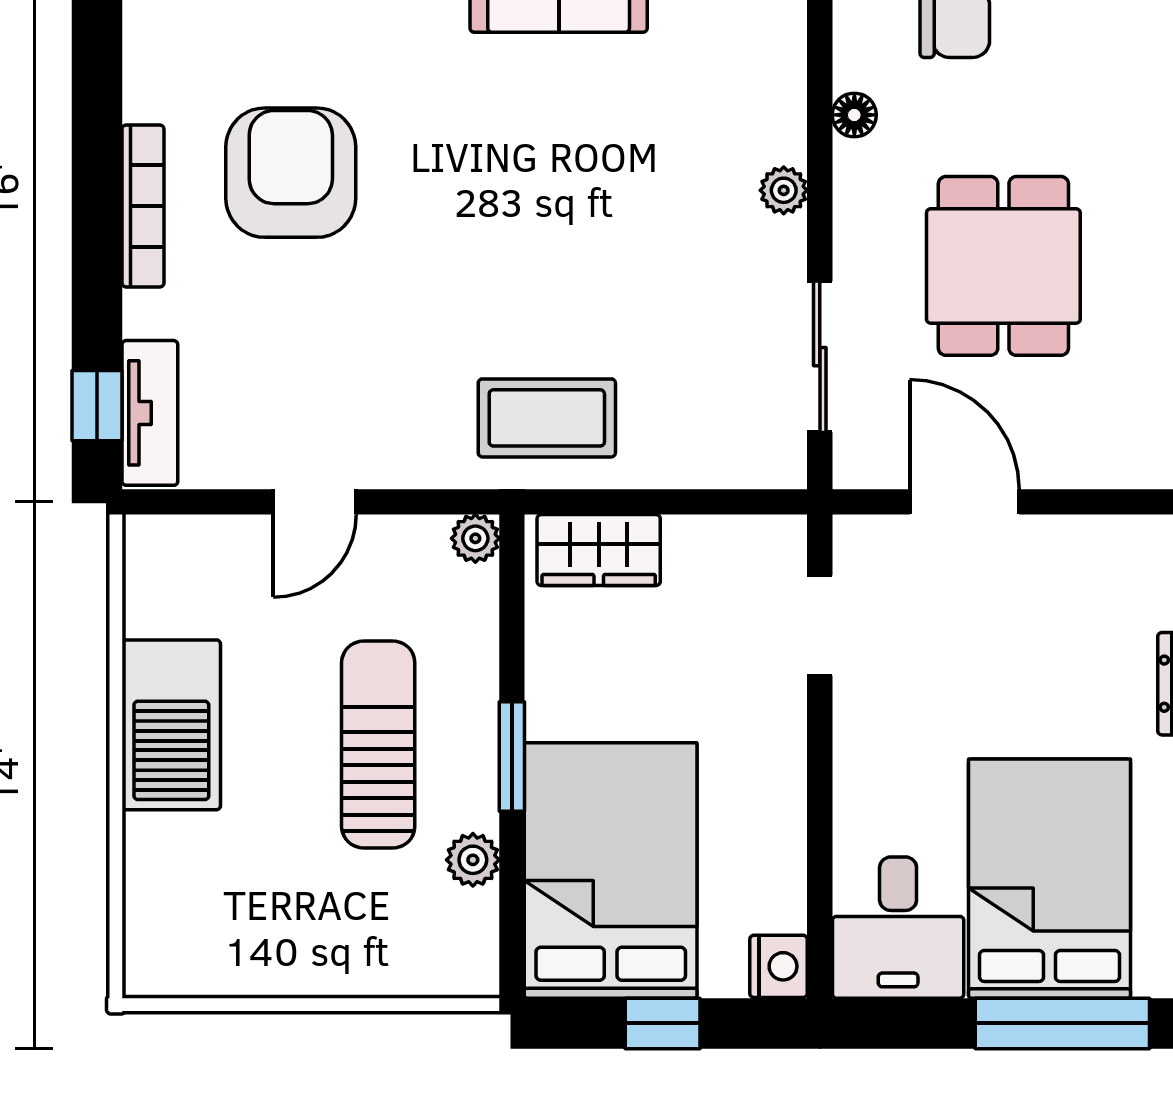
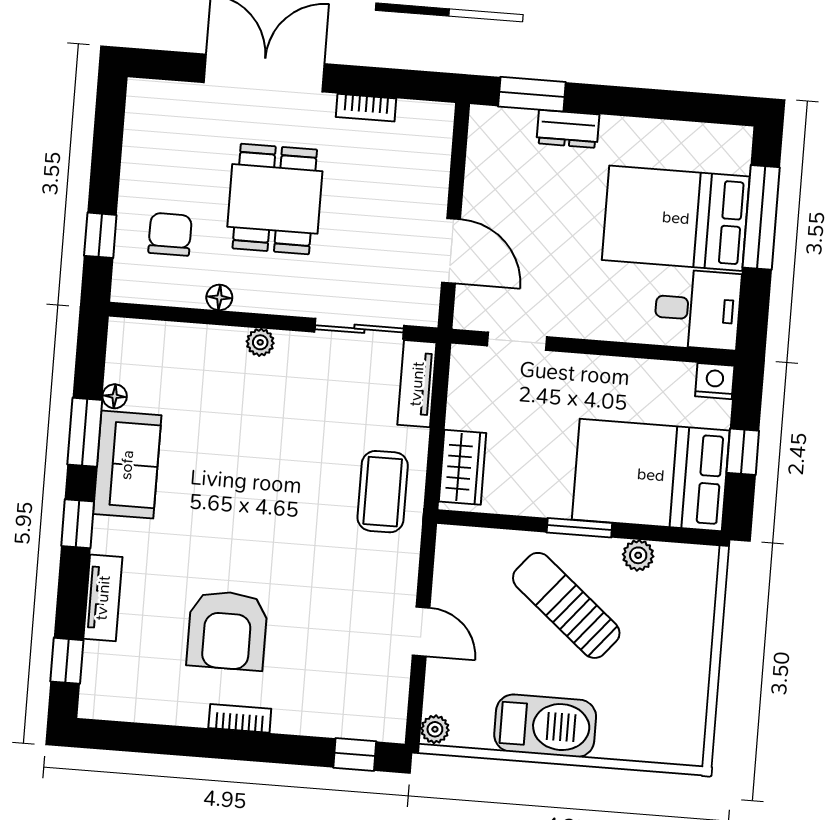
armchair: (291, 173) -> (227, 630), turned -90
bookcase: (143, 206) -> (240, 718), width x0.64
dining table: (1003, 266) -> (275, 199), moved, turned 90
tv unit: (150, 413) -> (417, 384), moved, turned -90
door: (964, 502) -> (451, 251), swing flipped
plant: (475, 538) -> (435, 729), moved
sun lounger: (378, 744) -> (566, 605), turned 40

